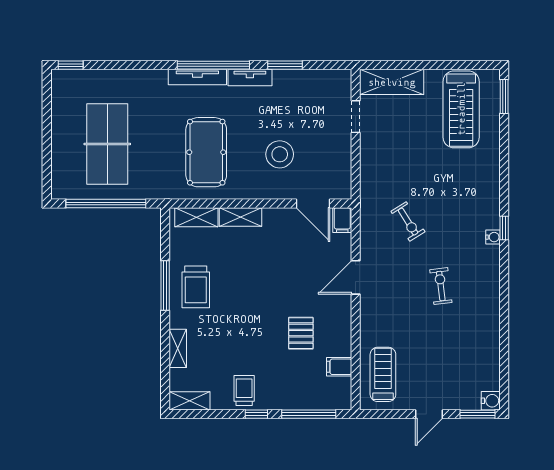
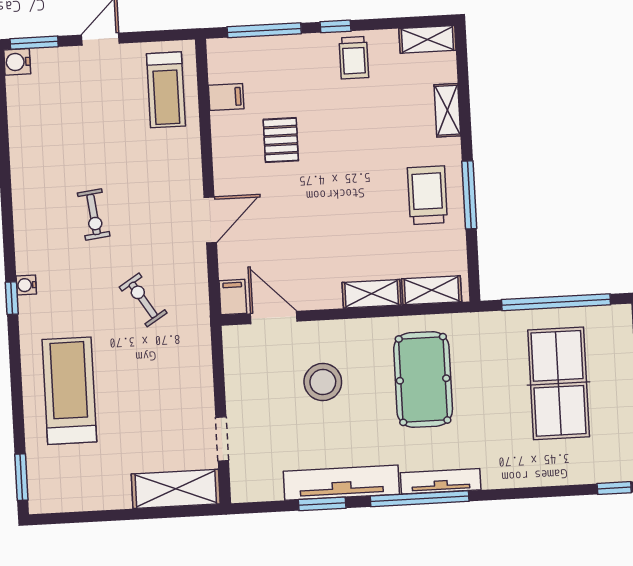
tv unit: (250, 77) -> (341, 483), width x1.92, depth x1.29
treadmill: (461, 109) -> (69, 391), moved

